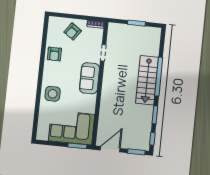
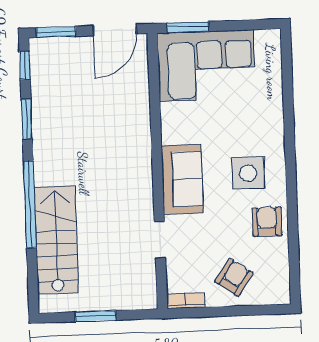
stairs: (147, 80) -> (56, 240), moved
side table: (53, 94) -> (248, 173), moved

